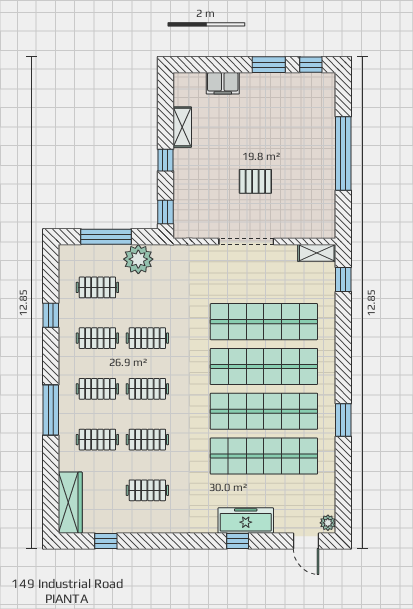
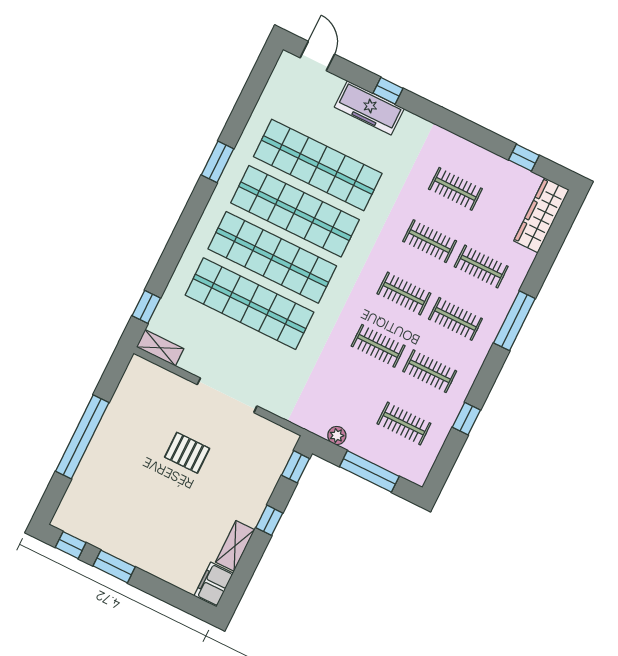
filing cabinet: (223, 83) -> (214, 584), moved, turned -90
plant: (138, 259) -> (337, 435), width x0.53, depth x0.53
plant: (328, 523) -> (286, 64), removed

